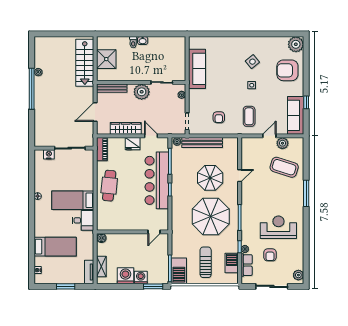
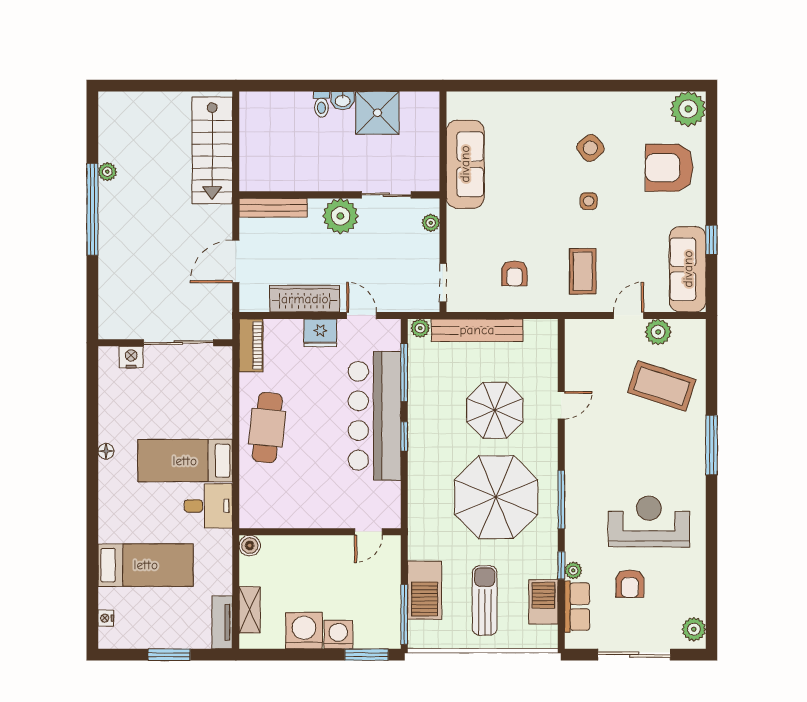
shower: (106, 59) -> (377, 113), moved
barbecue: (179, 271) -> (425, 590), moved

